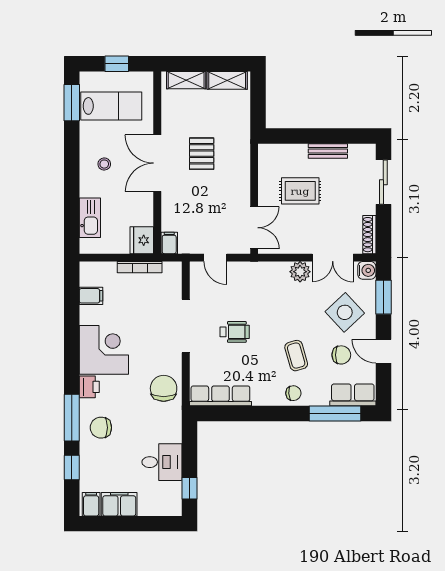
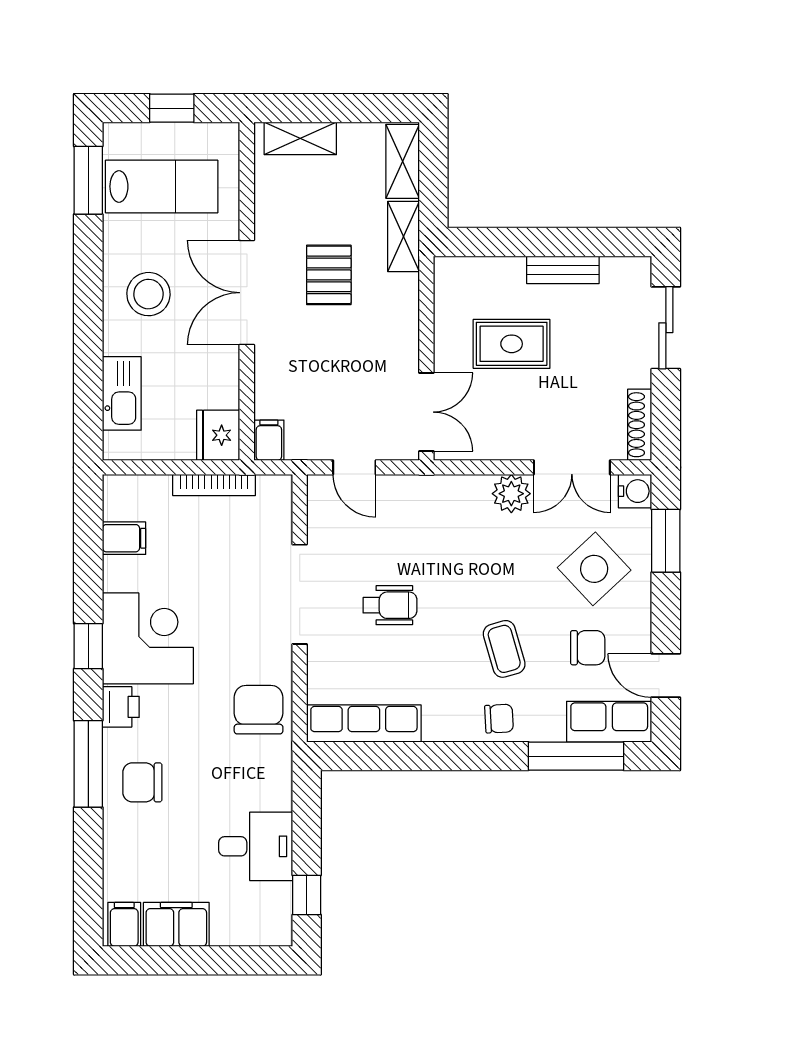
shelving: (227, 80) -> (403, 161), moved, turned 90
shelving: (242, 133) -> (403, 236), added
stool: (104, 164) -> (148, 294), width x1.89, depth x1.89
door: (383, 351) -> (666, 676), moved
window: (72, 468) -> (88, 646), moved

